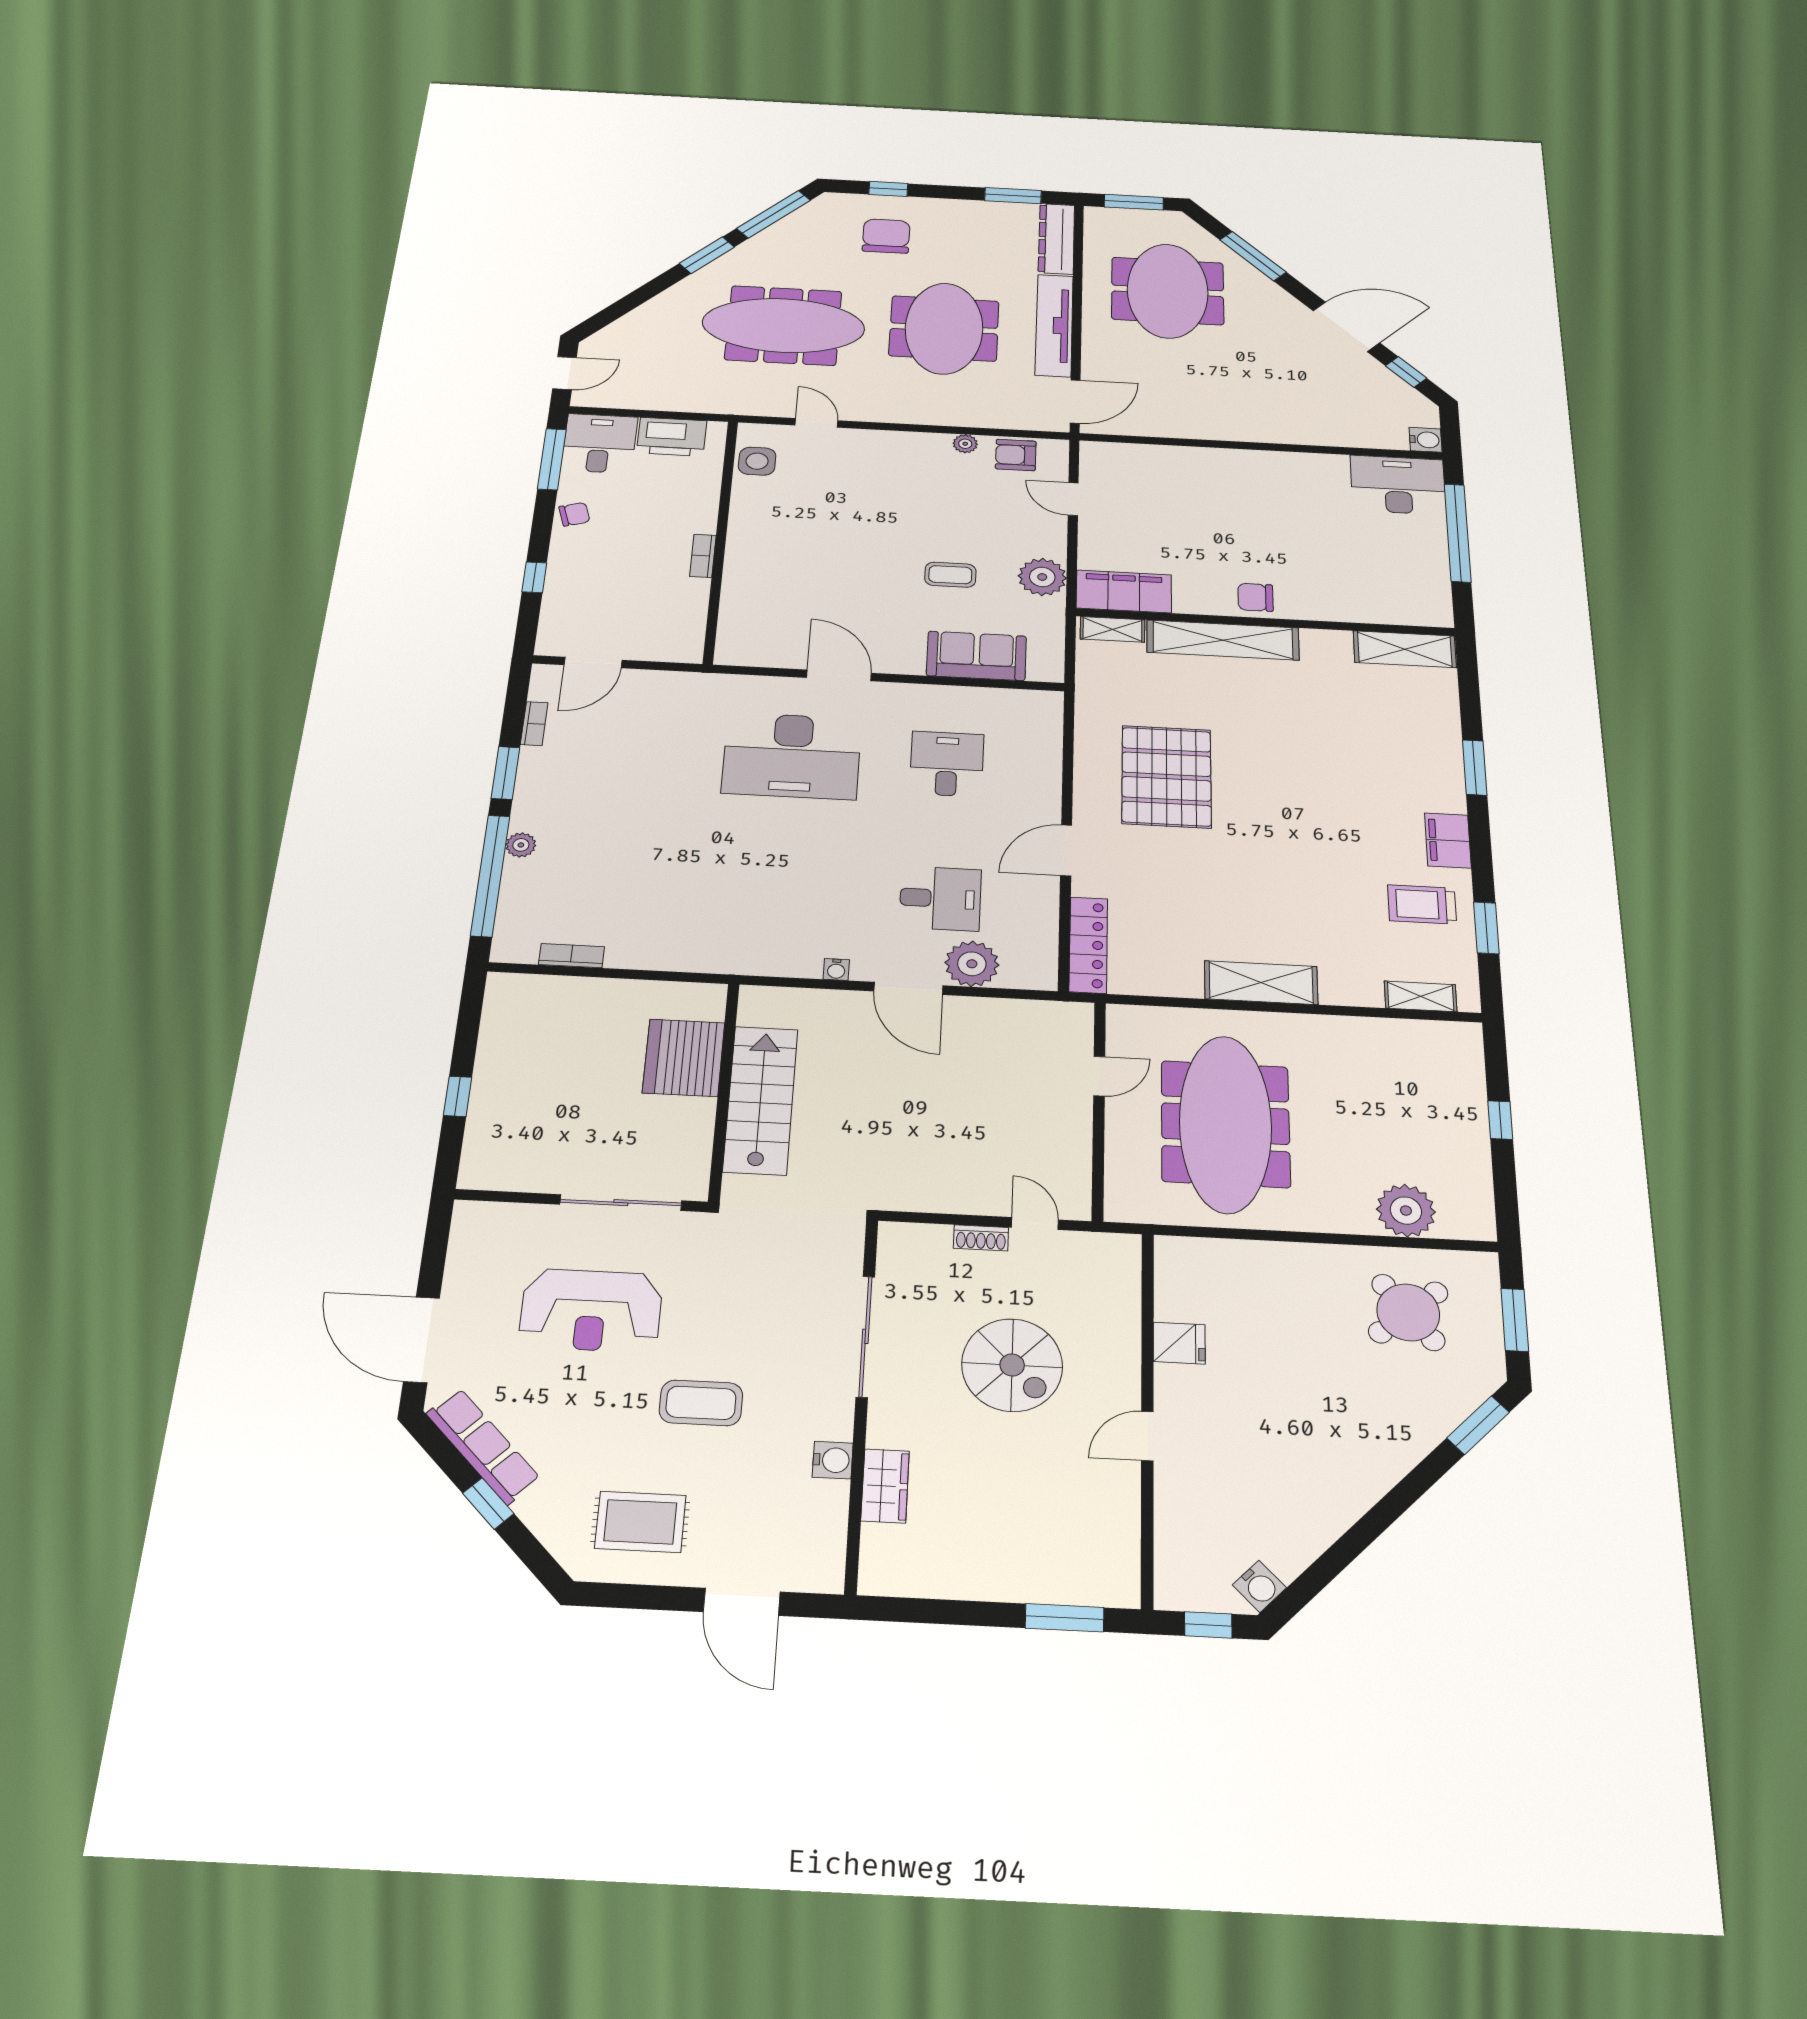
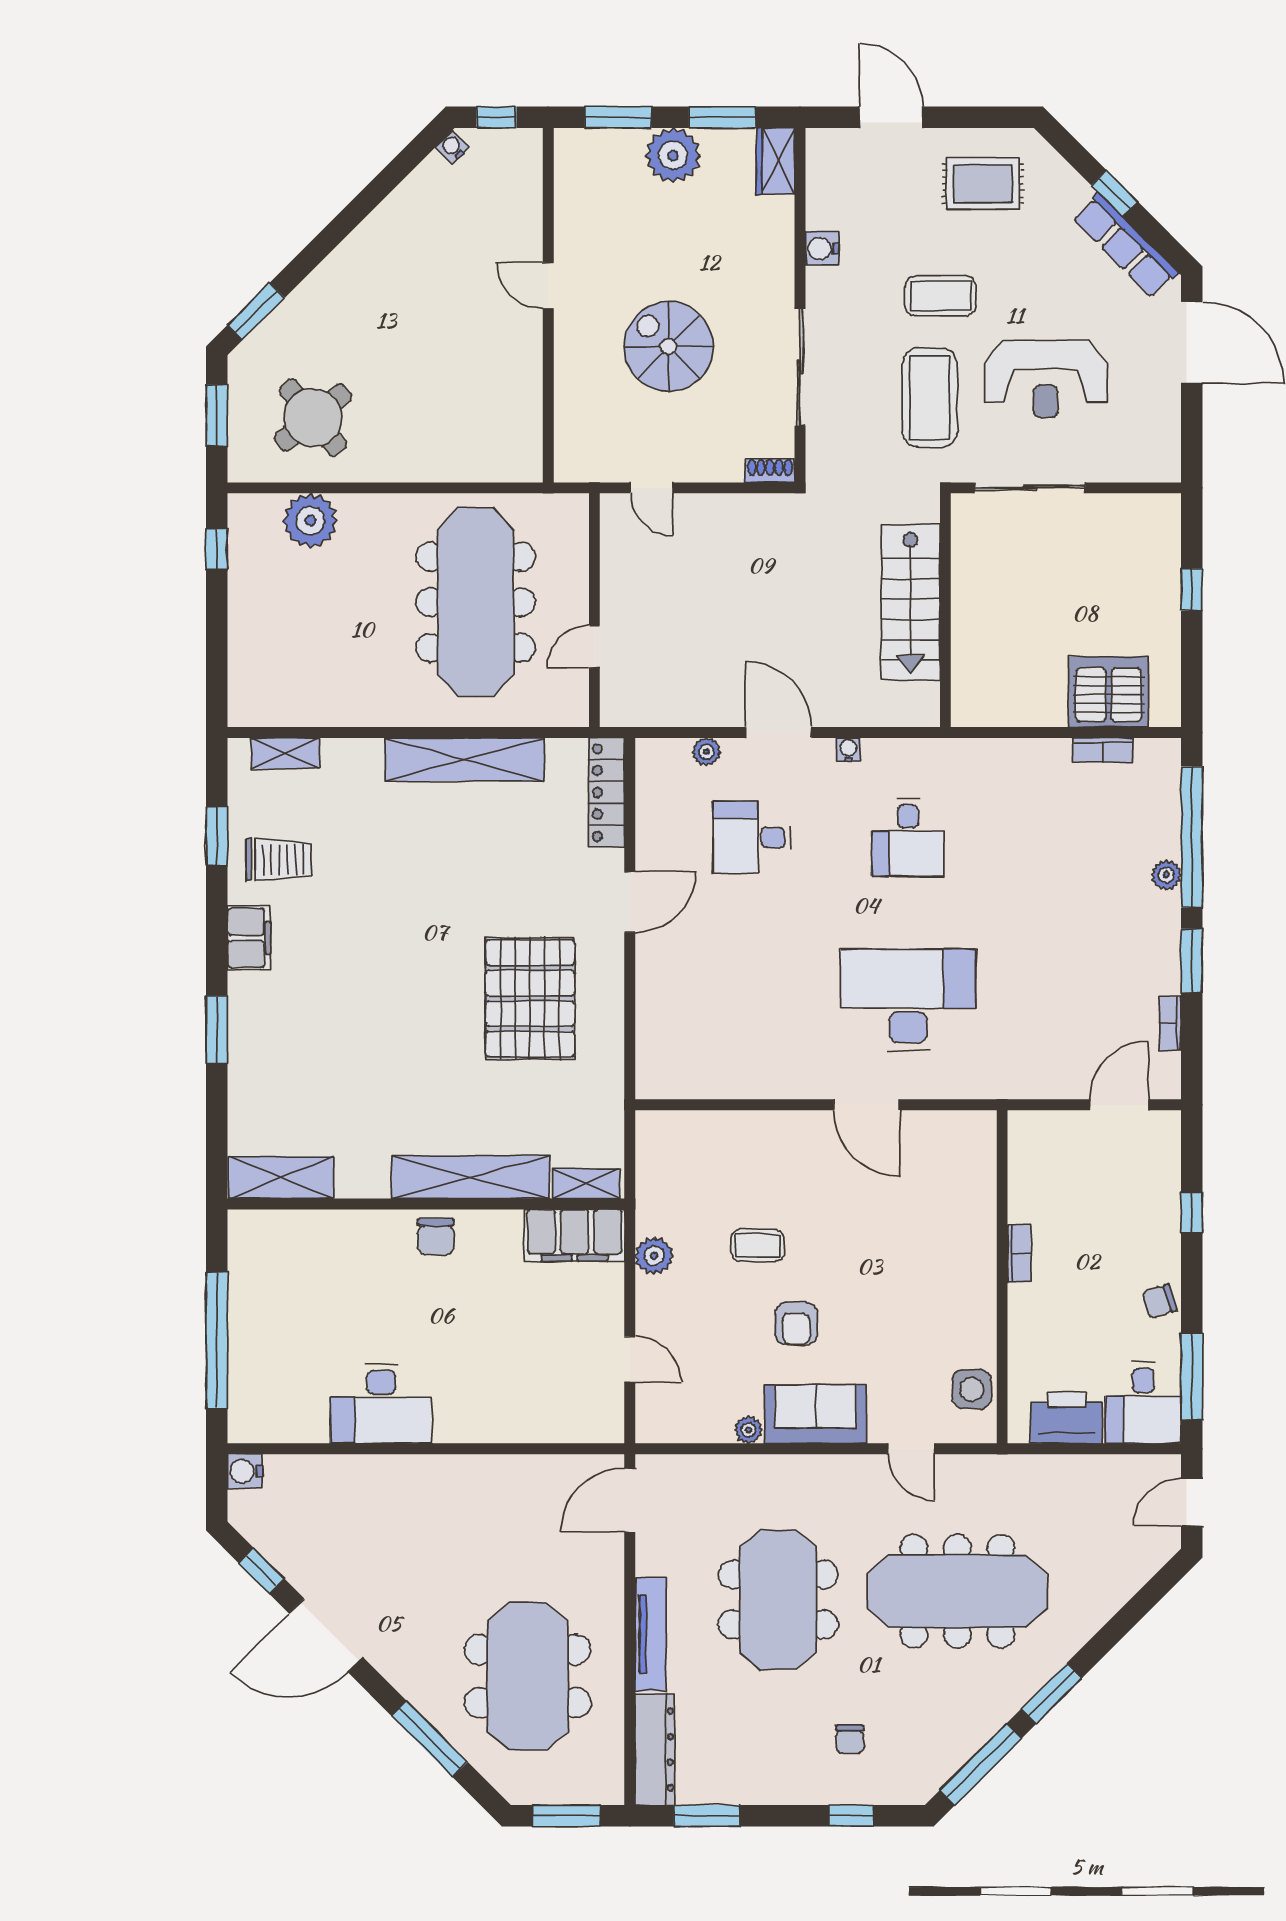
chair: (886, 236) -> (850, 1739), width x0.54, depth x0.54
tv unit: (1054, 325) -> (651, 1634), width x0.73, depth x0.78
armchair: (1016, 455) -> (796, 1323), moved, turned 90
desk: (1398, 485) -> (381, 1404), moved
plant: (1042, 577) -> (654, 1256), width x0.73, depth x0.73
chair: (1255, 597) -> (436, 1237), turned 90
sofa: (976, 656) -> (815, 1414), moved, turned 180
desk: (947, 764) -> (908, 837), moved
plant: (972, 964) -> (706, 752), width x0.53, depth x0.53
shelving: (1261, 983) -> (464, 759), width x1.47
server rack: (684, 1058) -> (1109, 692), moved, turned -90
window: (1500, 1120) -> (217, 549), moved
shoe rack: (981, 1238) -> (770, 471), moved
coffee table: (723, 1298) -> (930, 398), added
reception desk: (591, 1310) -> (1046, 379), turned 180
fridge: (1179, 1343) -> (520, 376), removed
door: (1147, 1436) -> (548, 286), swing flipped
wardrobe: (885, 1486) -> (775, 161), moved
plant: (1001, 1571) -> (673, 155), added
water cooler: (1259, 1586) -> (452, 147), width x0.72, depth x0.72
window: (942, 1612) -> (722, 117), added

